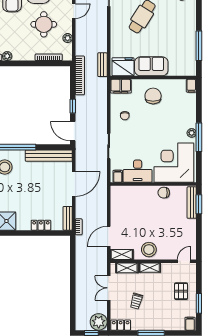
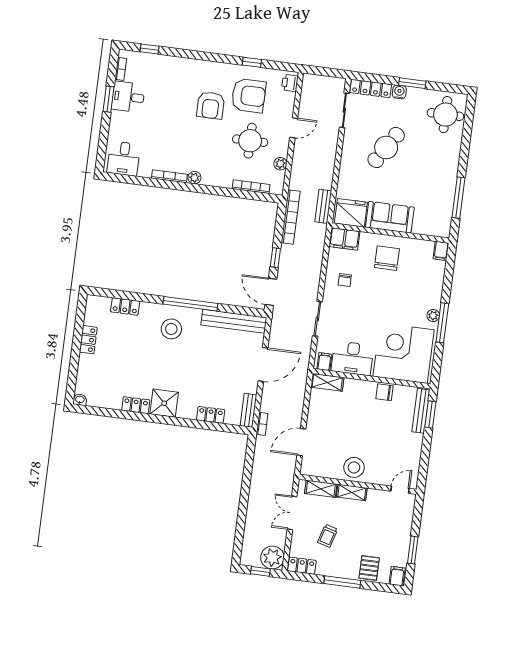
shelving: (122, 254) -> (327, 382), moved
pallet: (181, 291) -> (369, 568), moved

